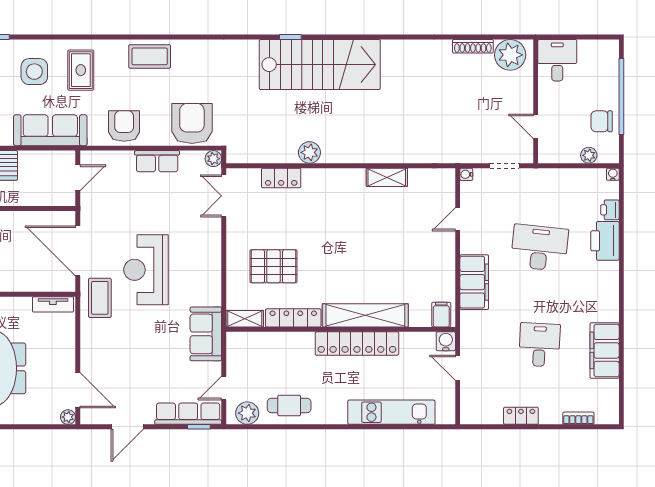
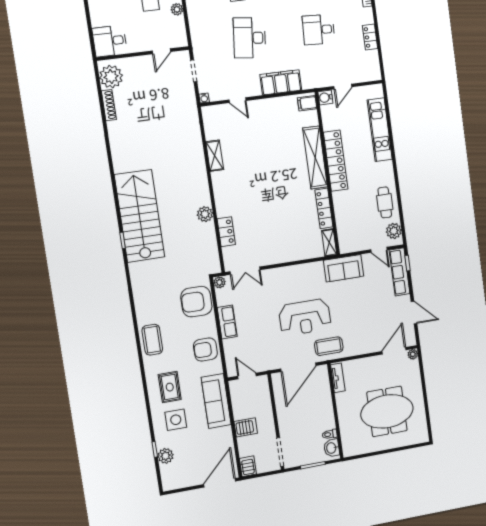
rug: (81, 70) -> (170, 387), turned 90
pallet: (274, 266) -> (290, 228), removed

